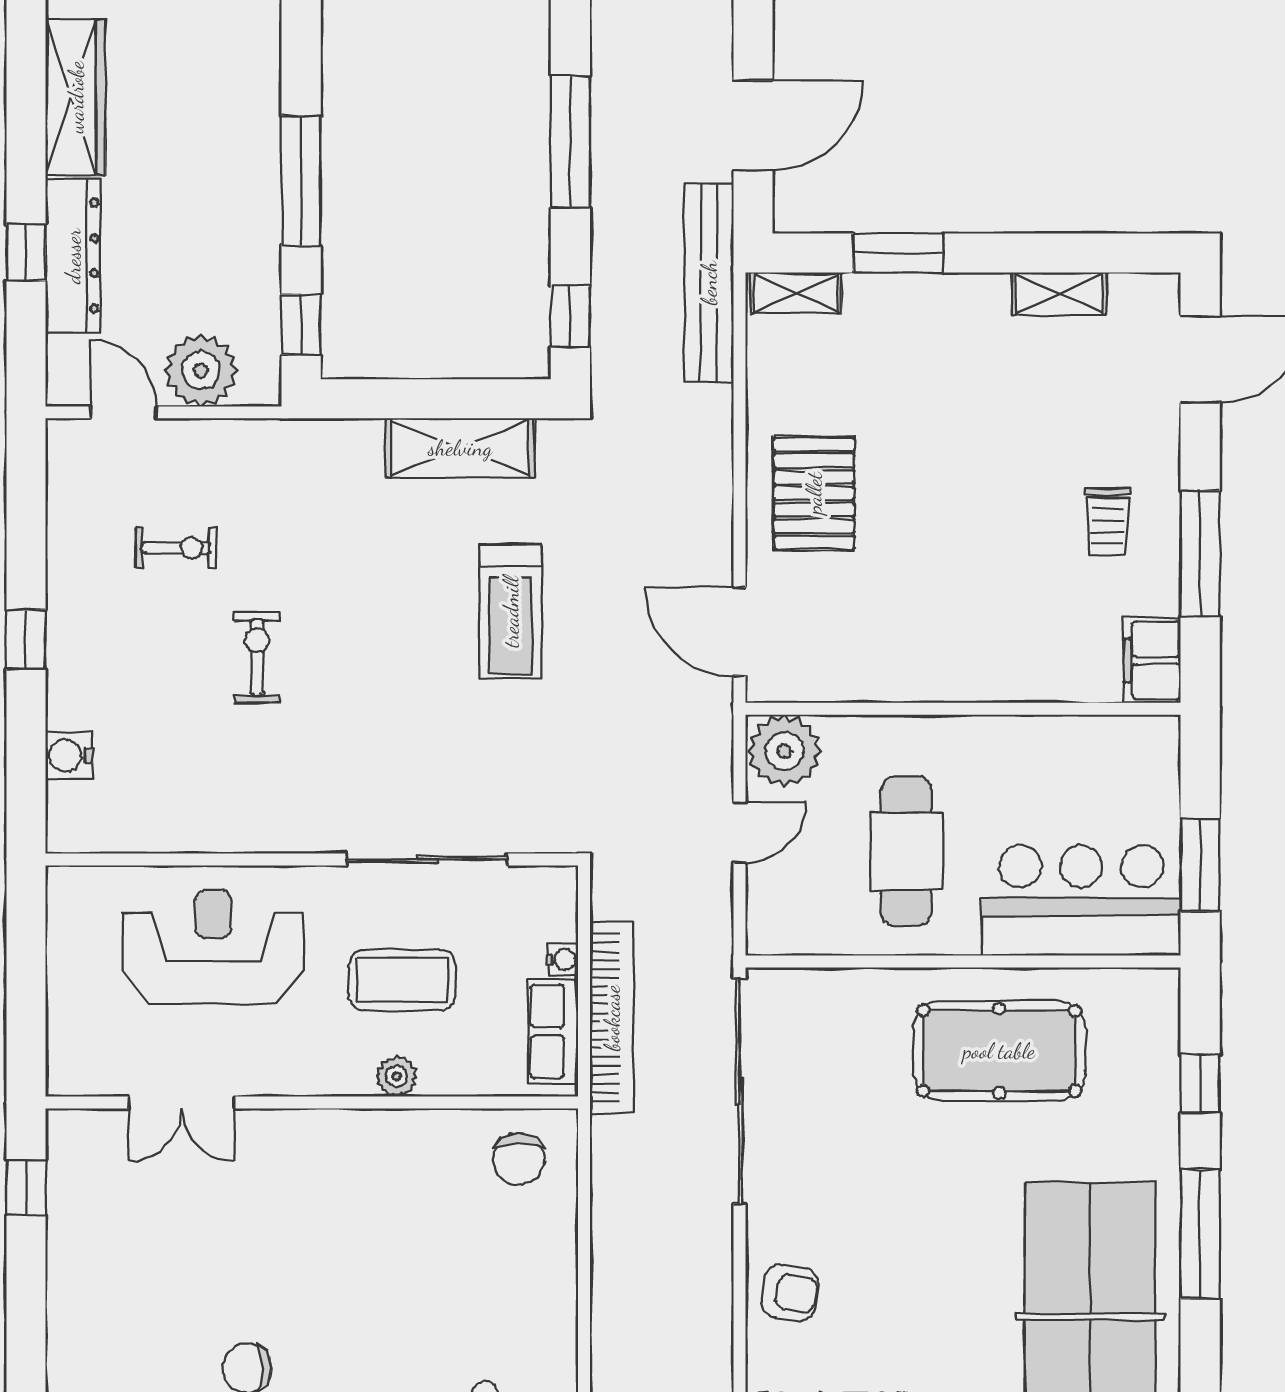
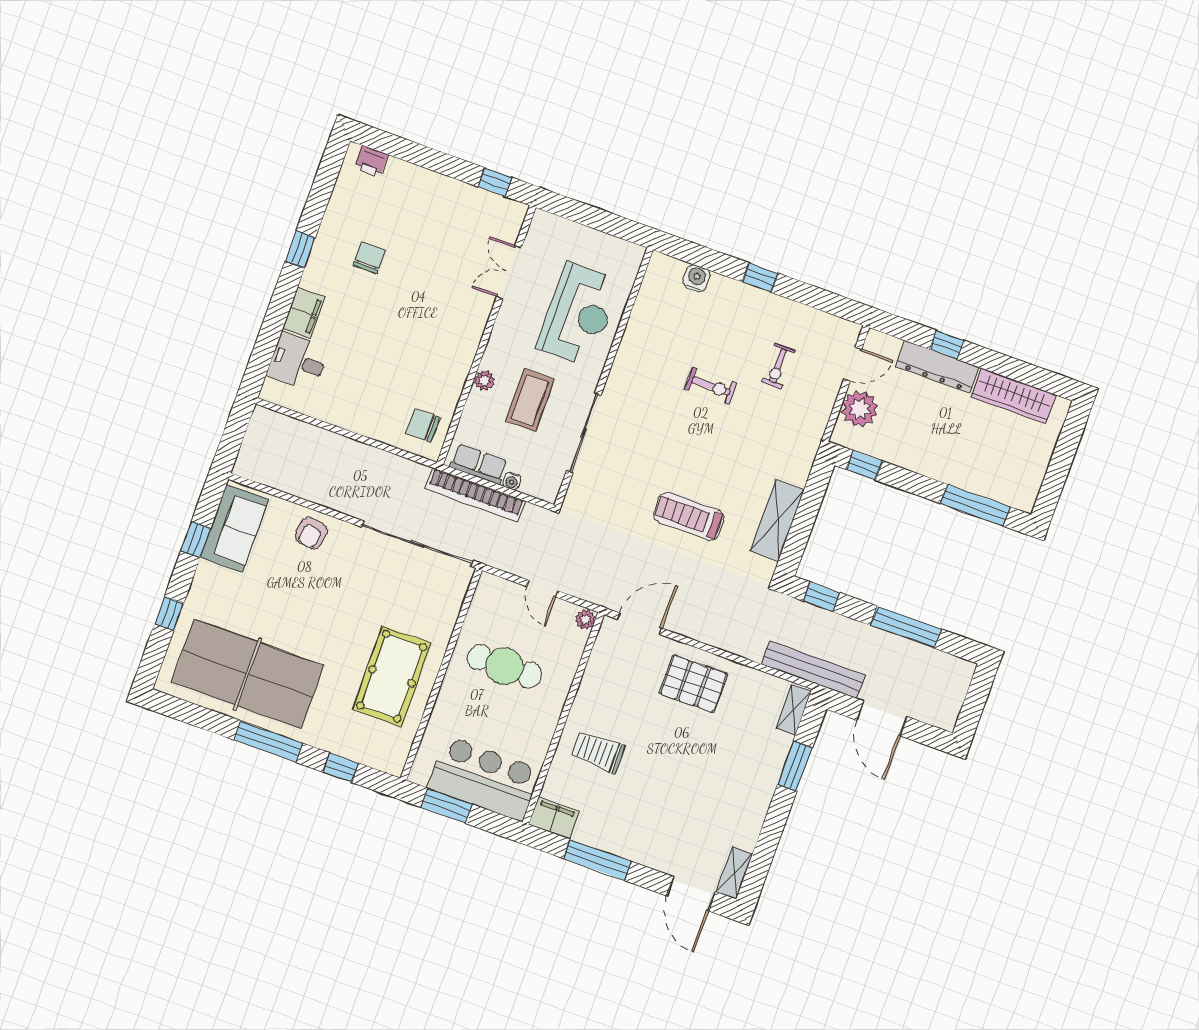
window: (301, 181) -> (975, 505), moved
shelving: (1059, 294) -> (734, 873), moved
trolley: (1108, 522) -> (598, 752), moved, width x1.36, depth x1.39
plant: (784, 751) -> (585, 619), width x0.53, depth x0.53
bar counter: (1081, 900) -> (484, 778), moved, turned -90

